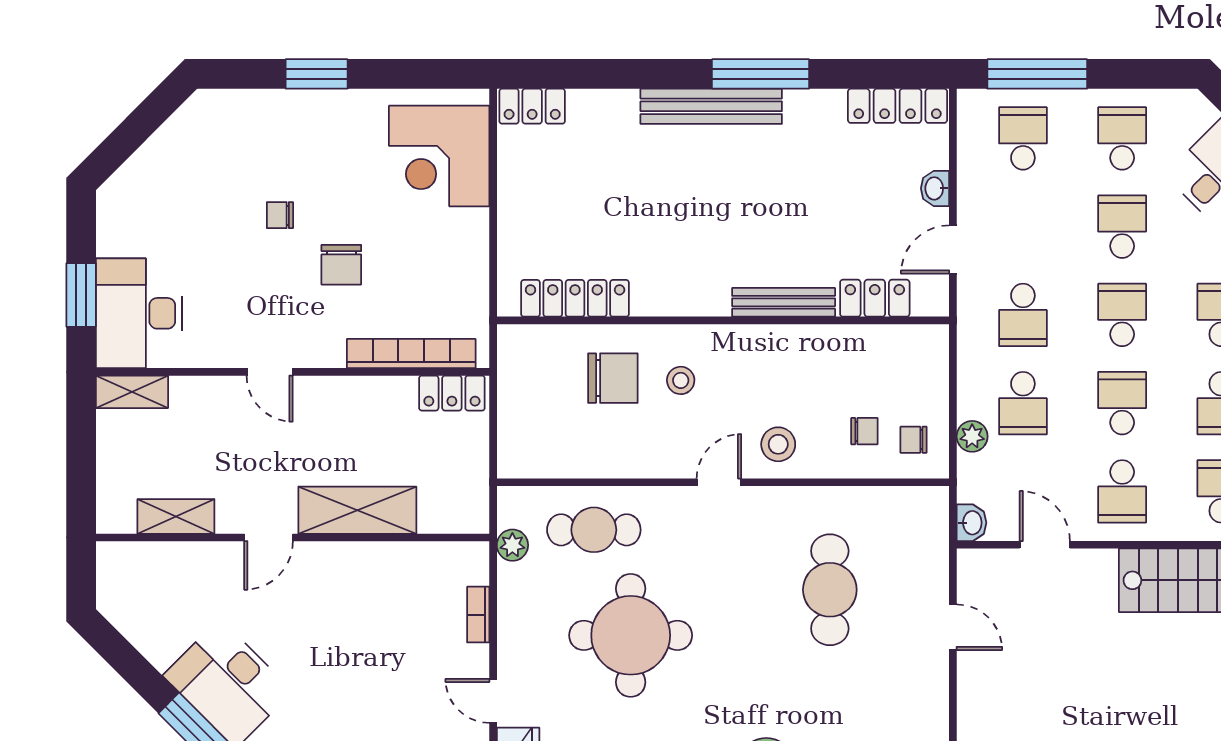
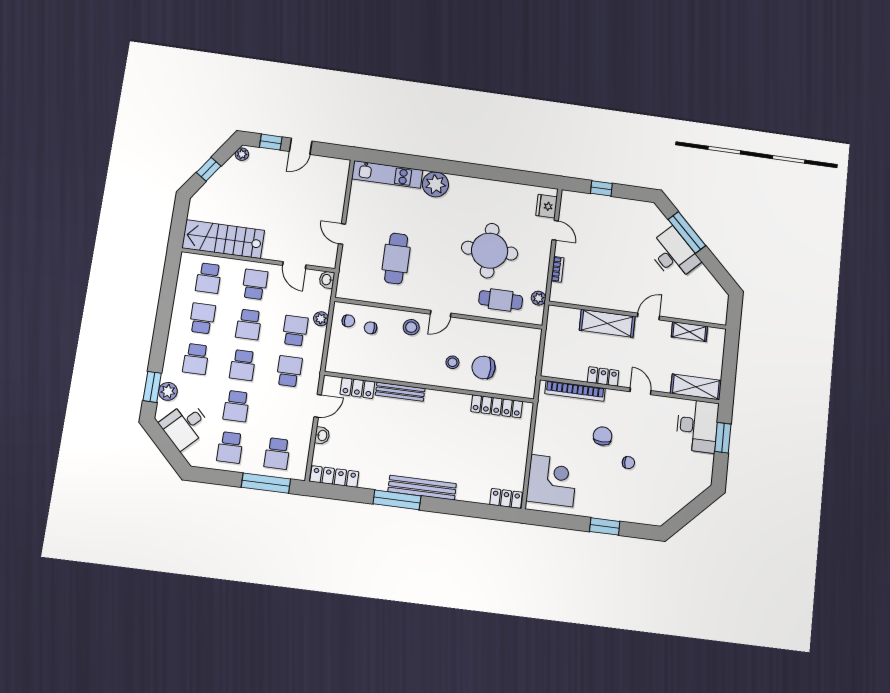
shelving: (132, 392) -> (696, 387), width x1.50, depth x1.33
locker: (452, 393) -> (603, 376), moved

